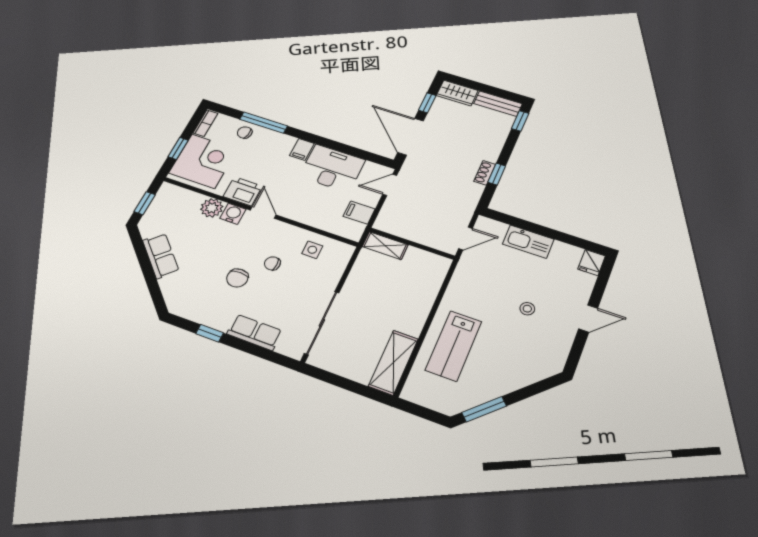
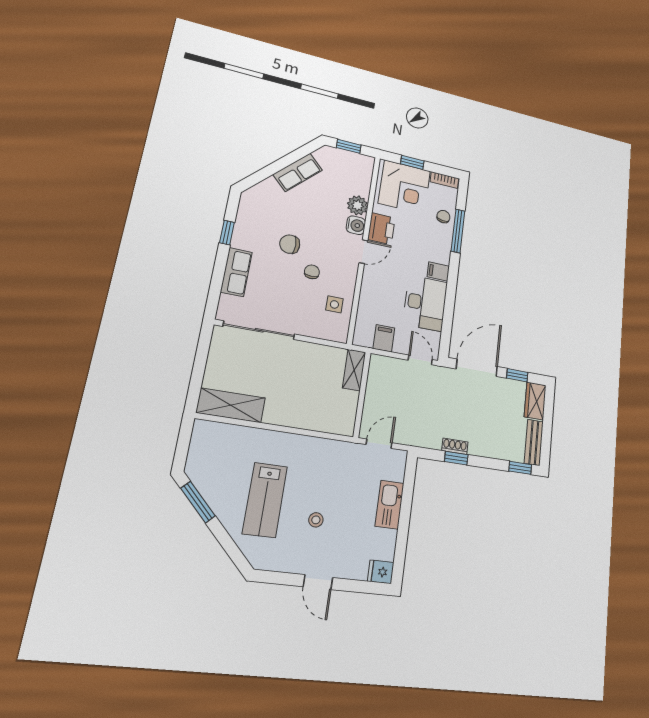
door: (466, 238) -> (379, 444), swing flipped
lab bench: (454, 346) -> (265, 500), moved, turned -90

